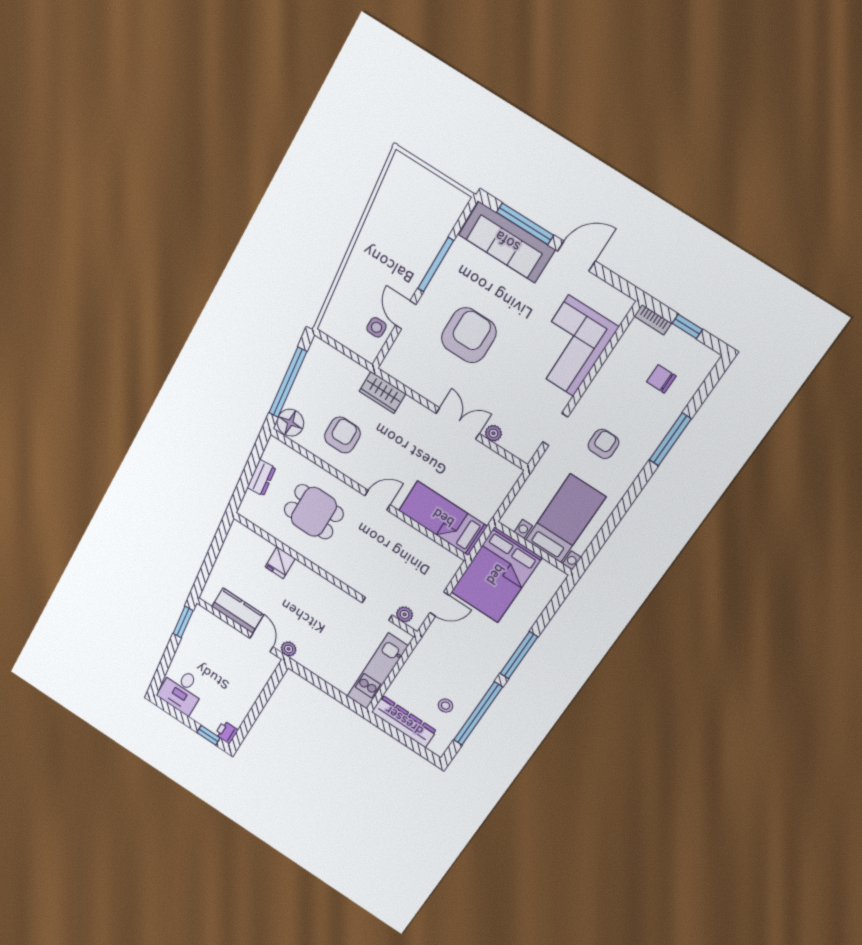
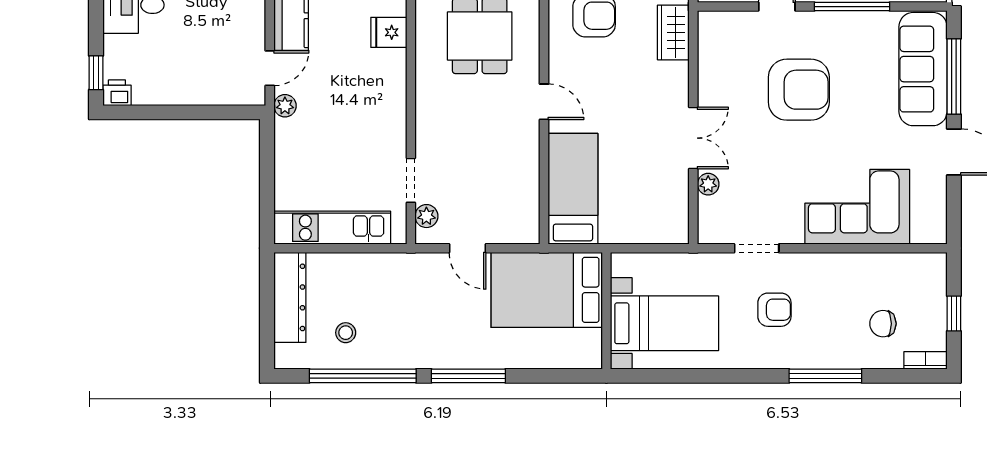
bookcase: (653, 320) -> (925, 360), moved, turned 90
chair: (661, 379) -> (883, 324), turned -90

